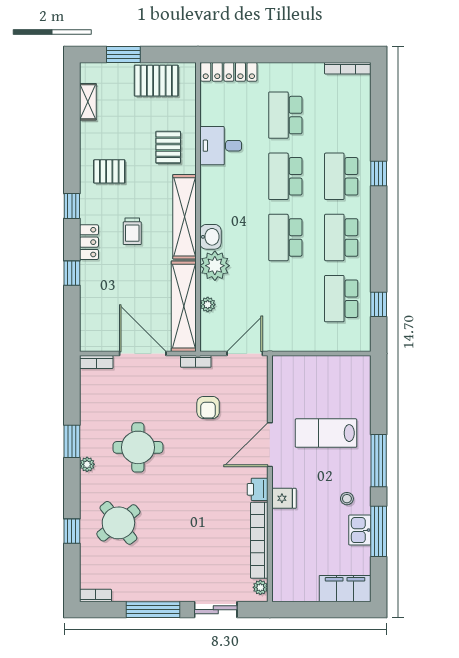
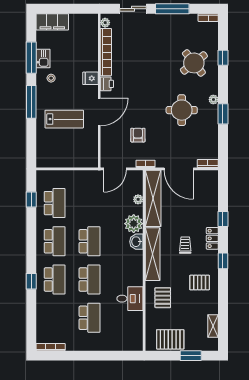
locker: (229, 72) -> (125, 345), removed

